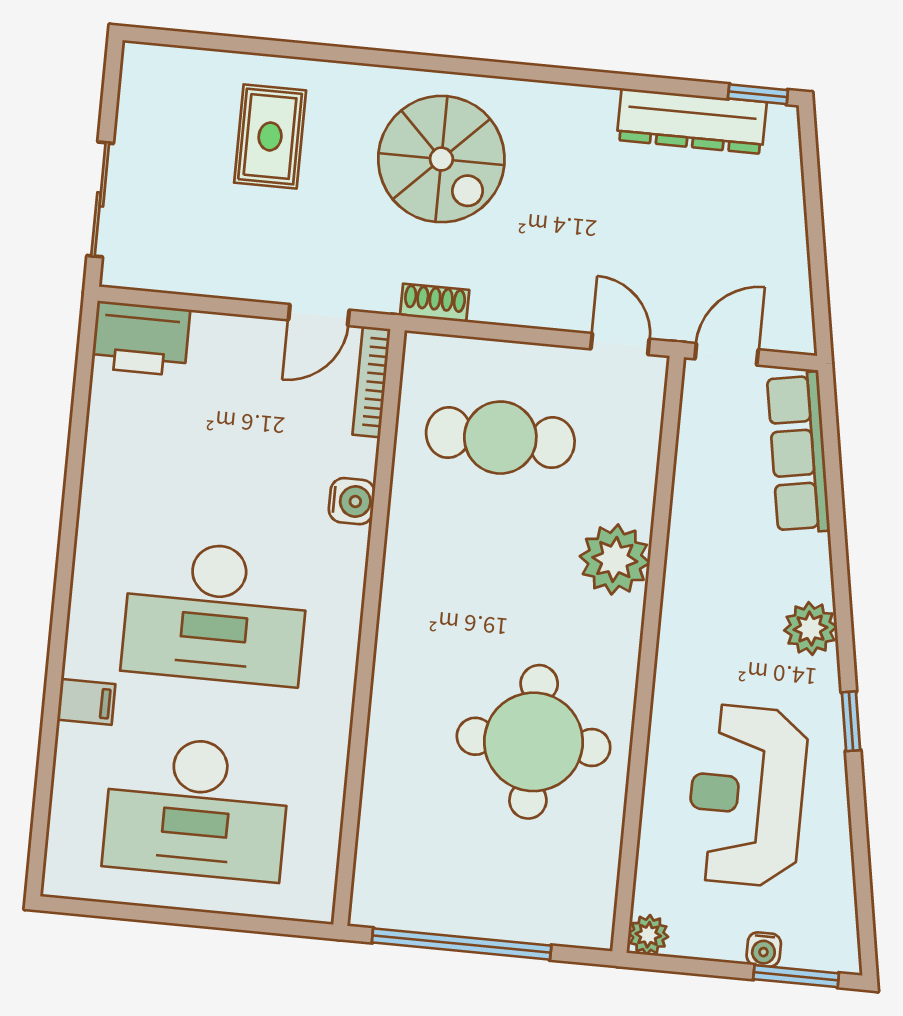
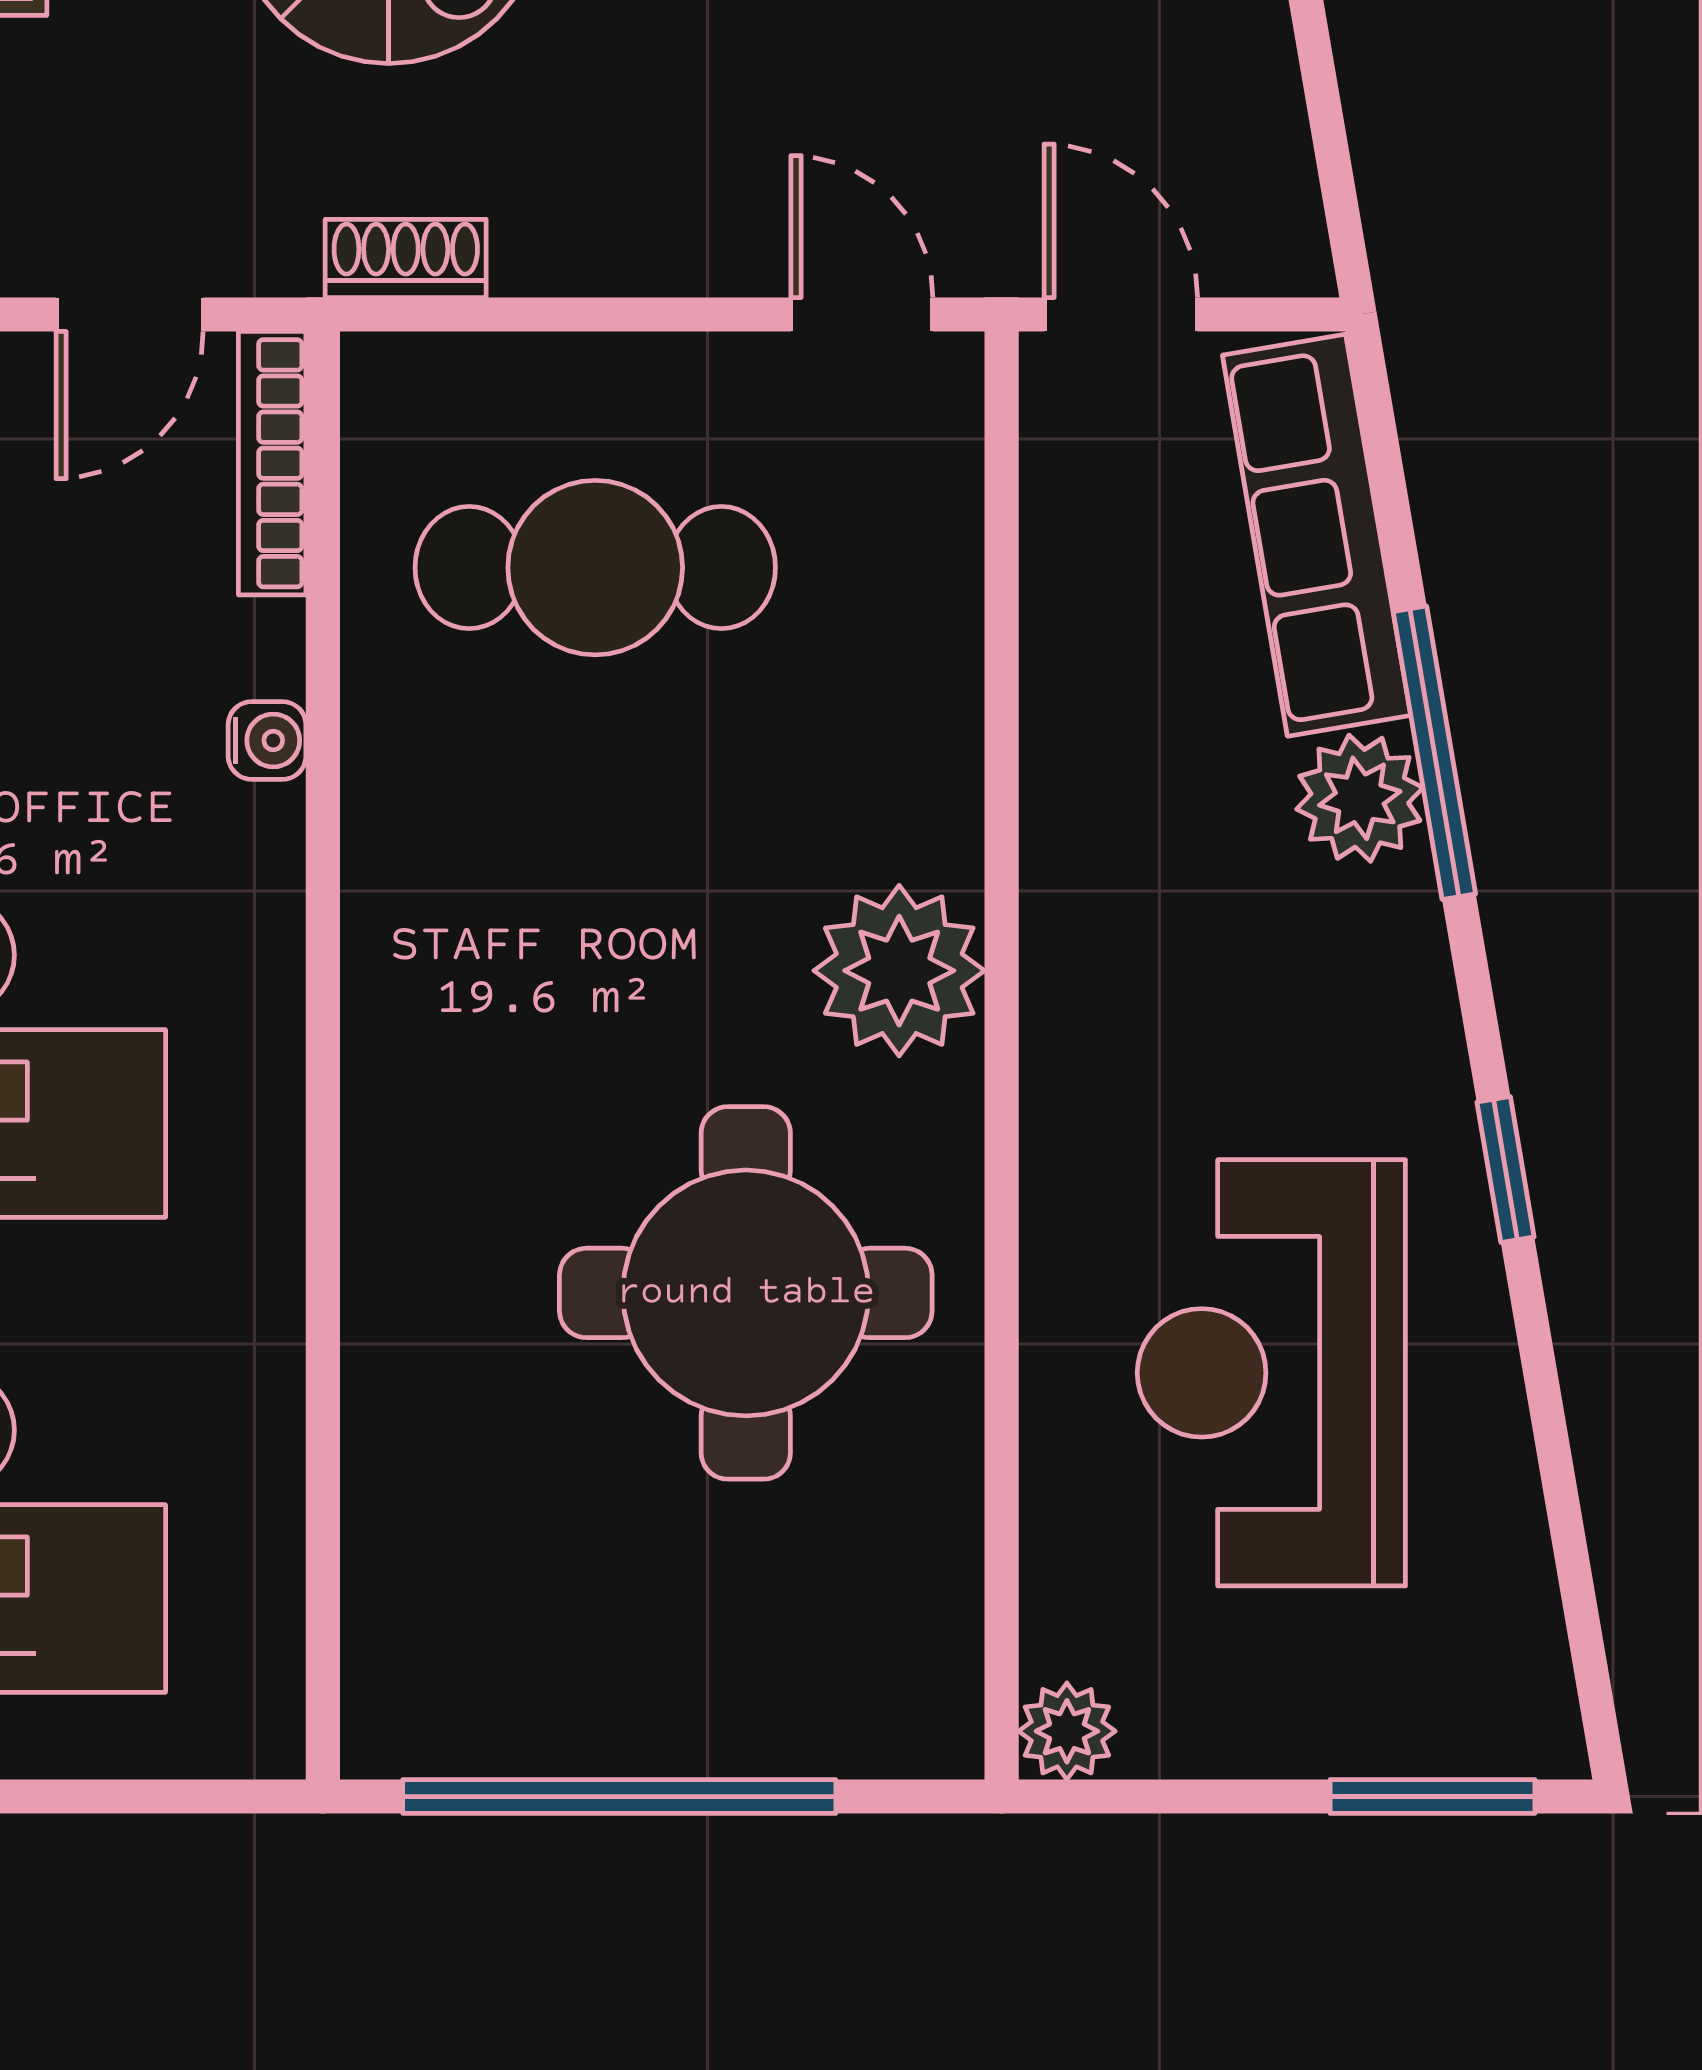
door: (727, 354) -> (1121, 315), hinge flipped
water cooler: (352, 501) -> (267, 740), width x0.72, depth x0.72
window: (838, 547) -> (1434, 753), added
plant: (615, 559) -> (899, 971), moved
plant: (810, 629) -> (1360, 798), moved
water cooler: (764, 949) -> (1348, 1740), removed

